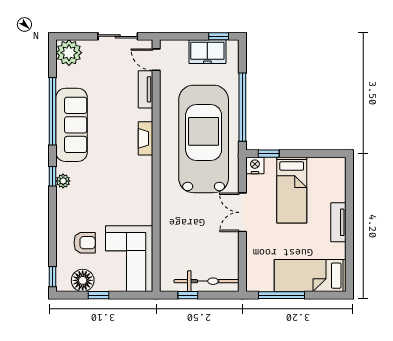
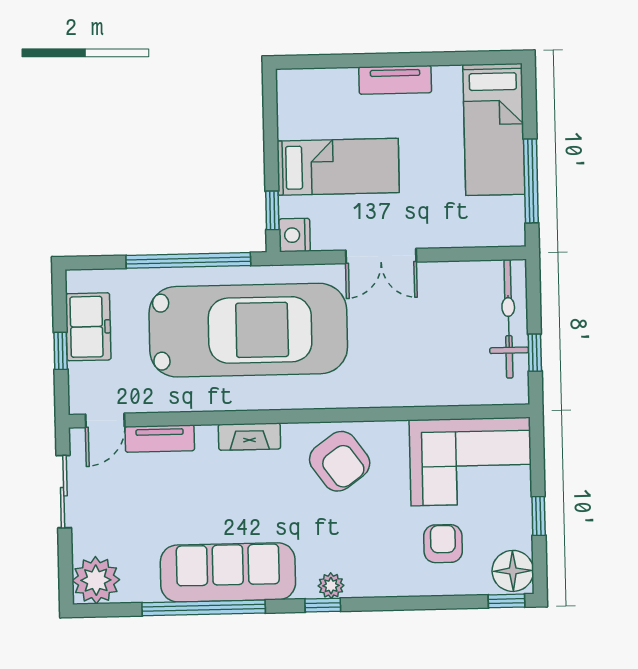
window: (219, 36) -> (61, 351), moved
car: (204, 139) -> (248, 330), turned 180
armchair: (131, 187) -> (340, 461), added
floor lamp: (83, 280) -> (513, 571), moved

